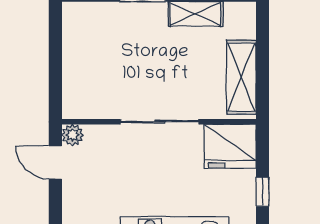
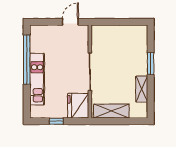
plant: (72, 135) -> (84, 30), removed

